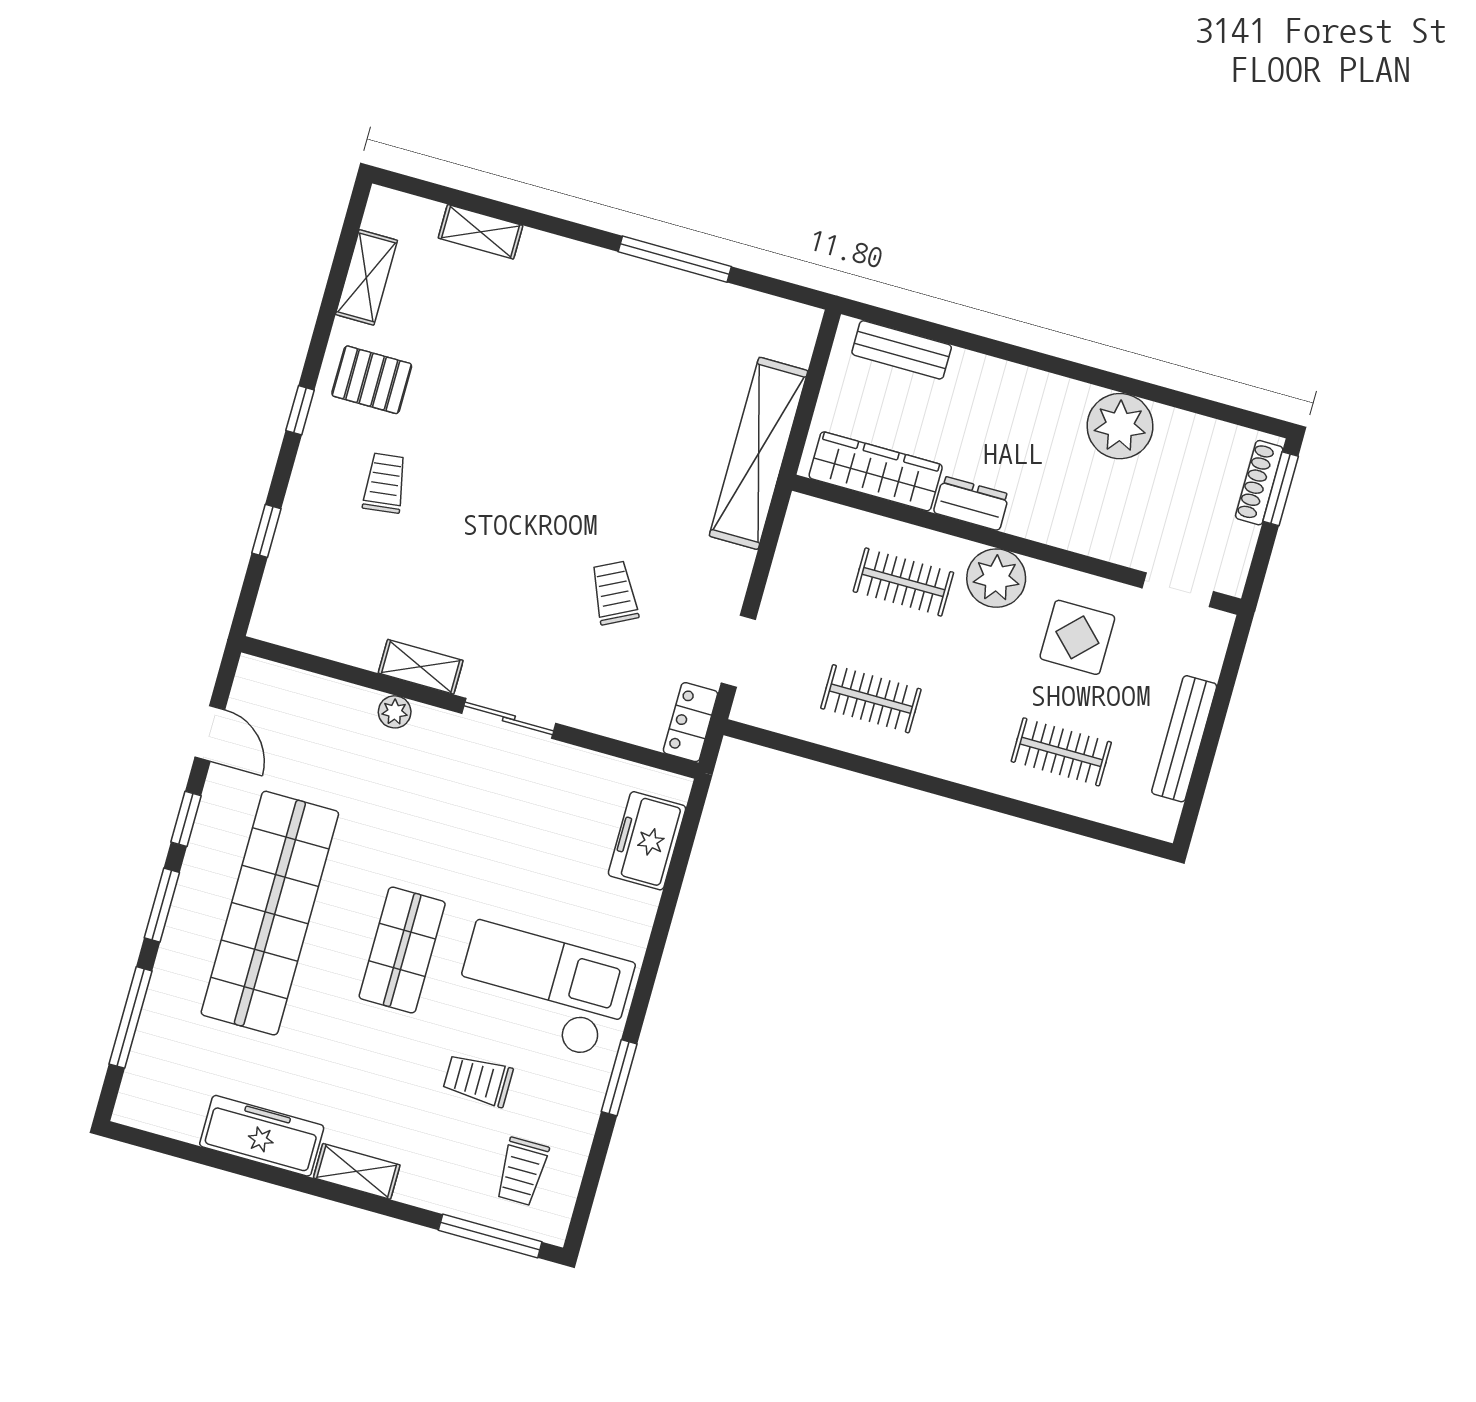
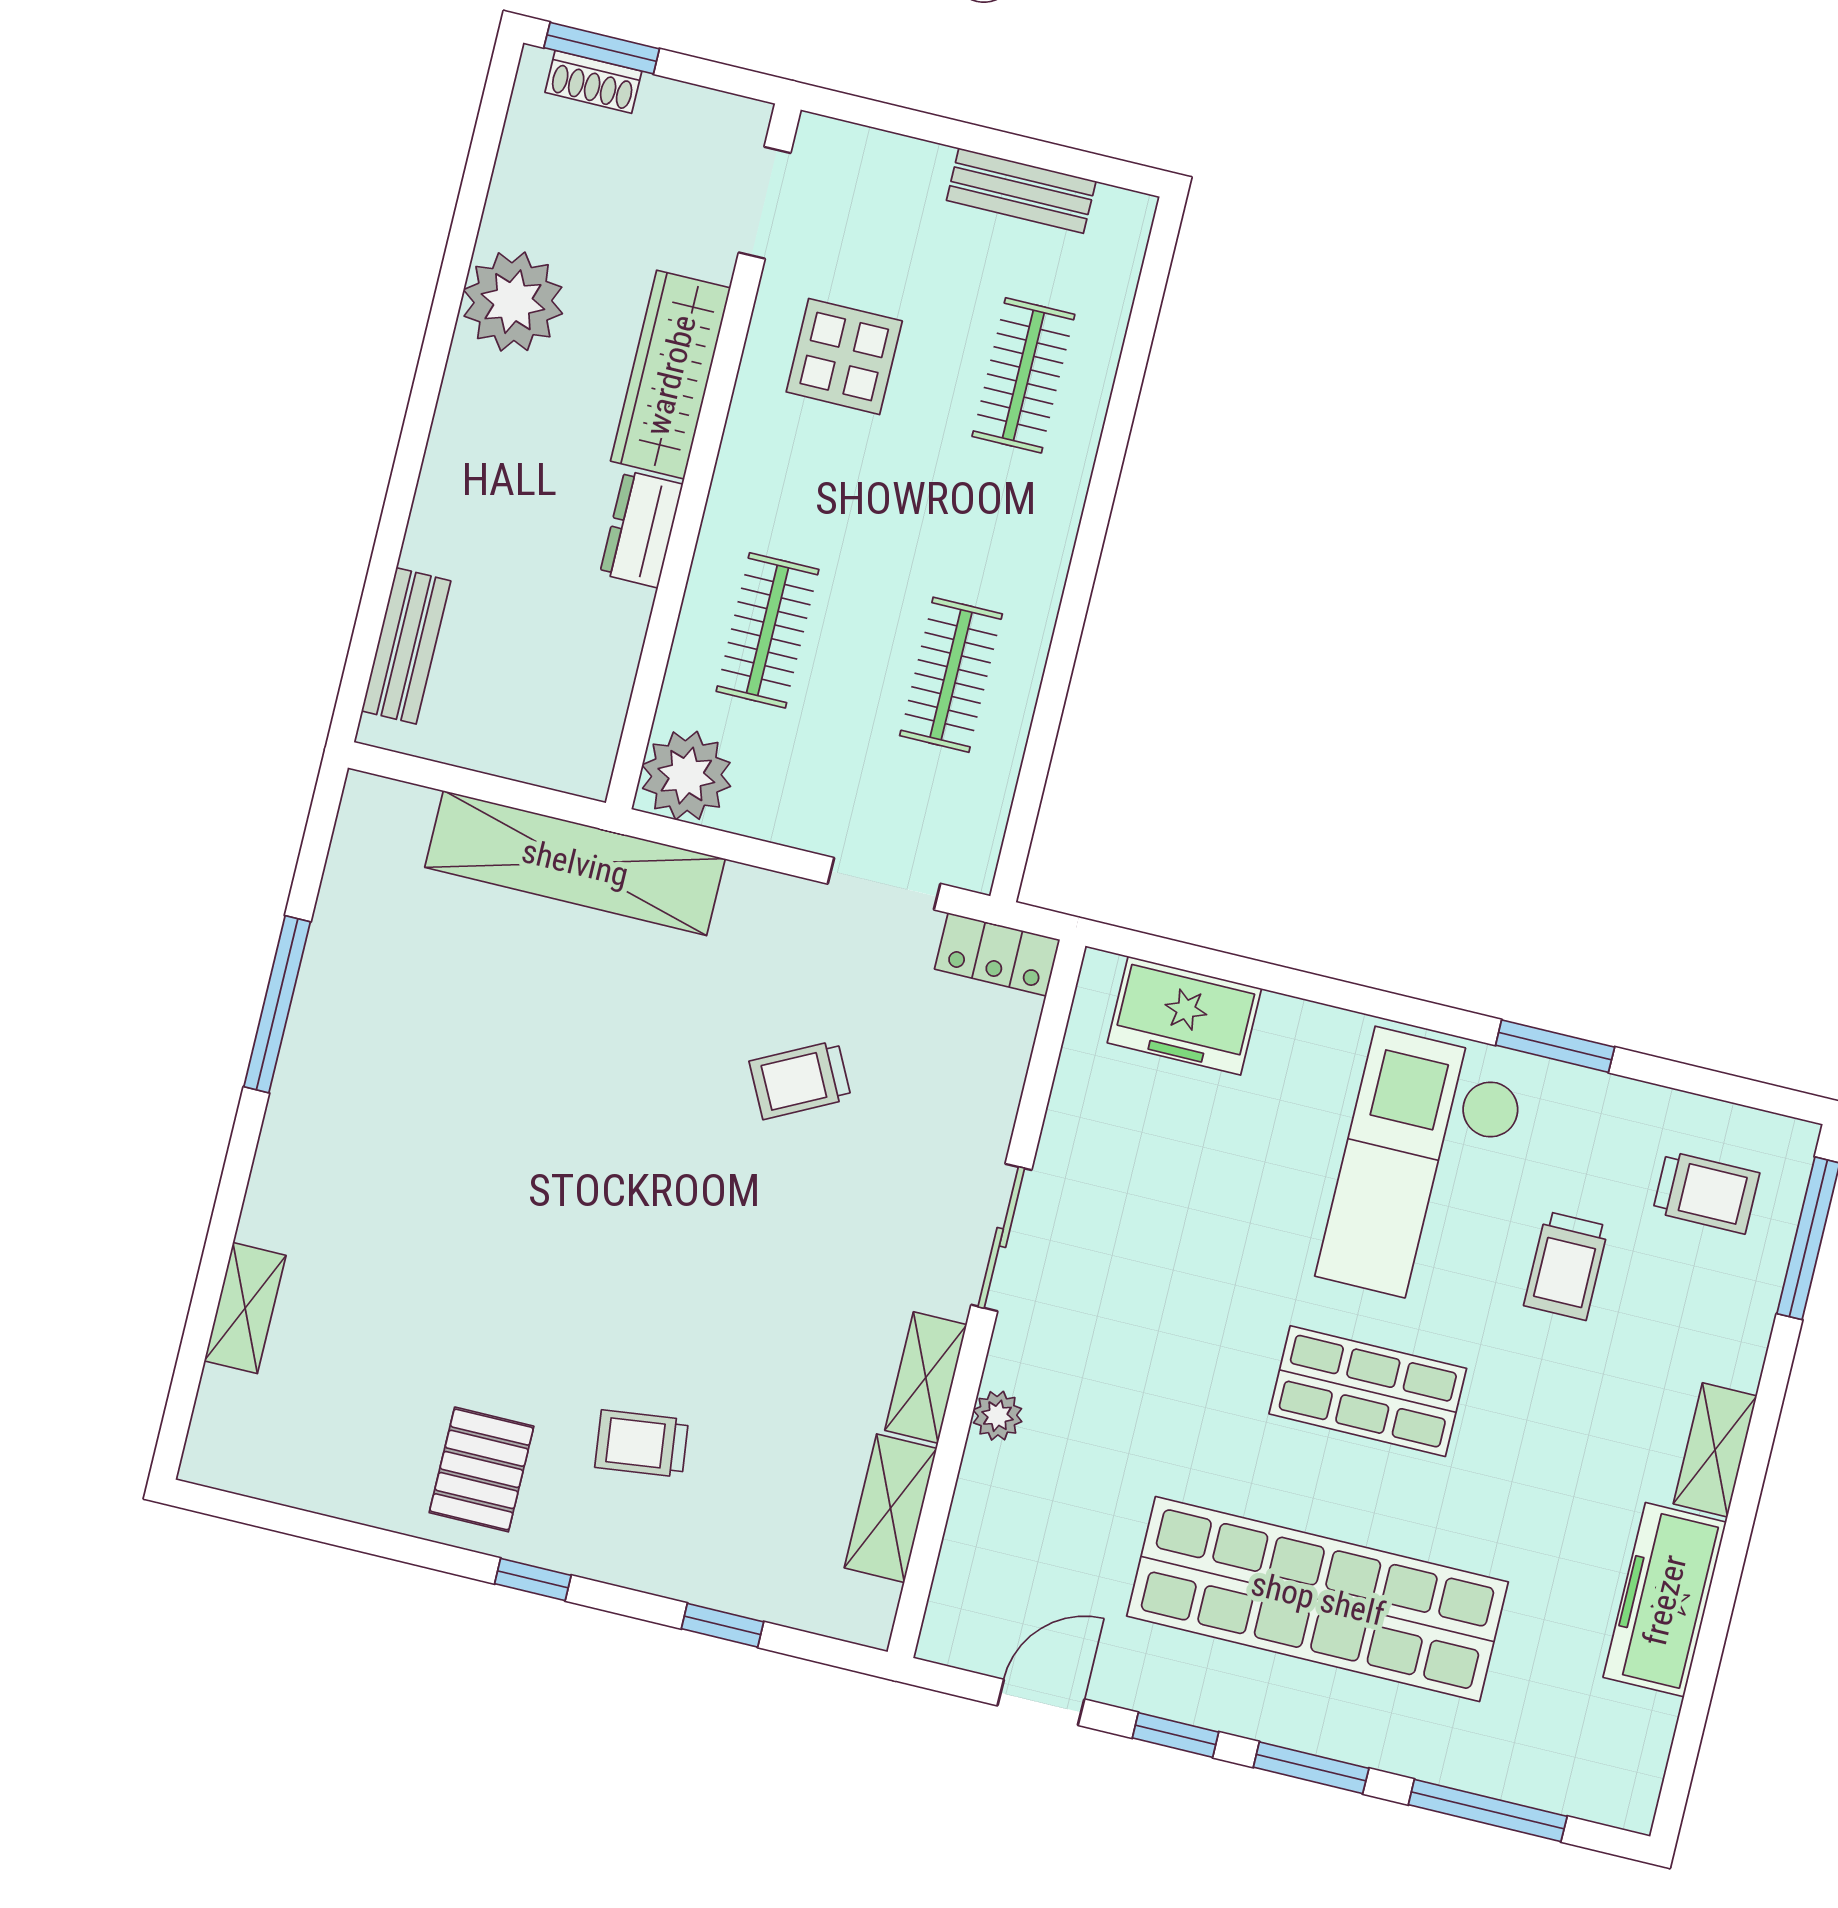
shelving: (366, 277) -> (891, 1508), moved, turned 90
wardrobe: (876, 471) -> (671, 375), moved
shoe rack: (1259, 483) -> (593, 82), width x0.70
plant: (996, 578) -> (686, 776), moved
bench: (1184, 739) -> (1021, 191), width x0.73

